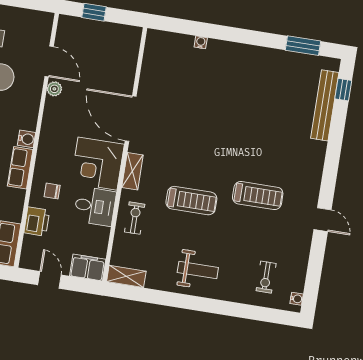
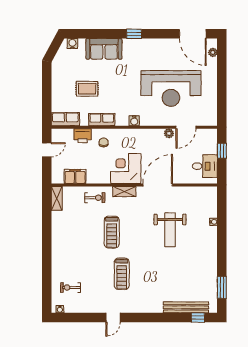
row of seats: (20, 168) -> (102, 120), moved
desk: (95, 206) -> (205, 166), moved, turned -90
filing cabinet: (88, 267) -> (75, 176), moved, turned -90
weight bench: (198, 270) -> (170, 230), moved, width x1.36, depth x1.33

